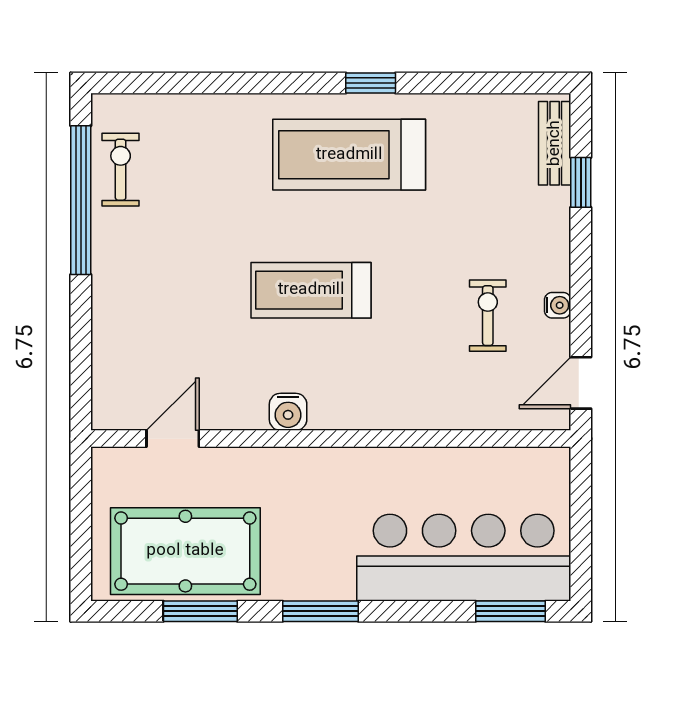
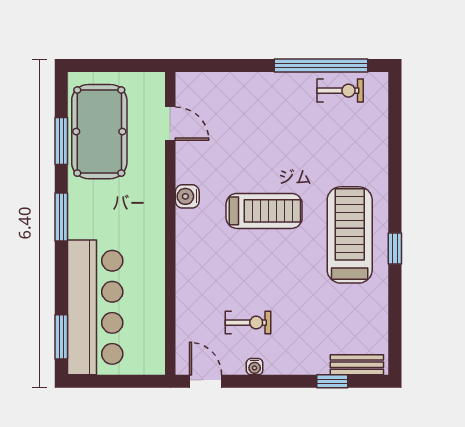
treadmill: (311, 290) -> (264, 211), turned 90

